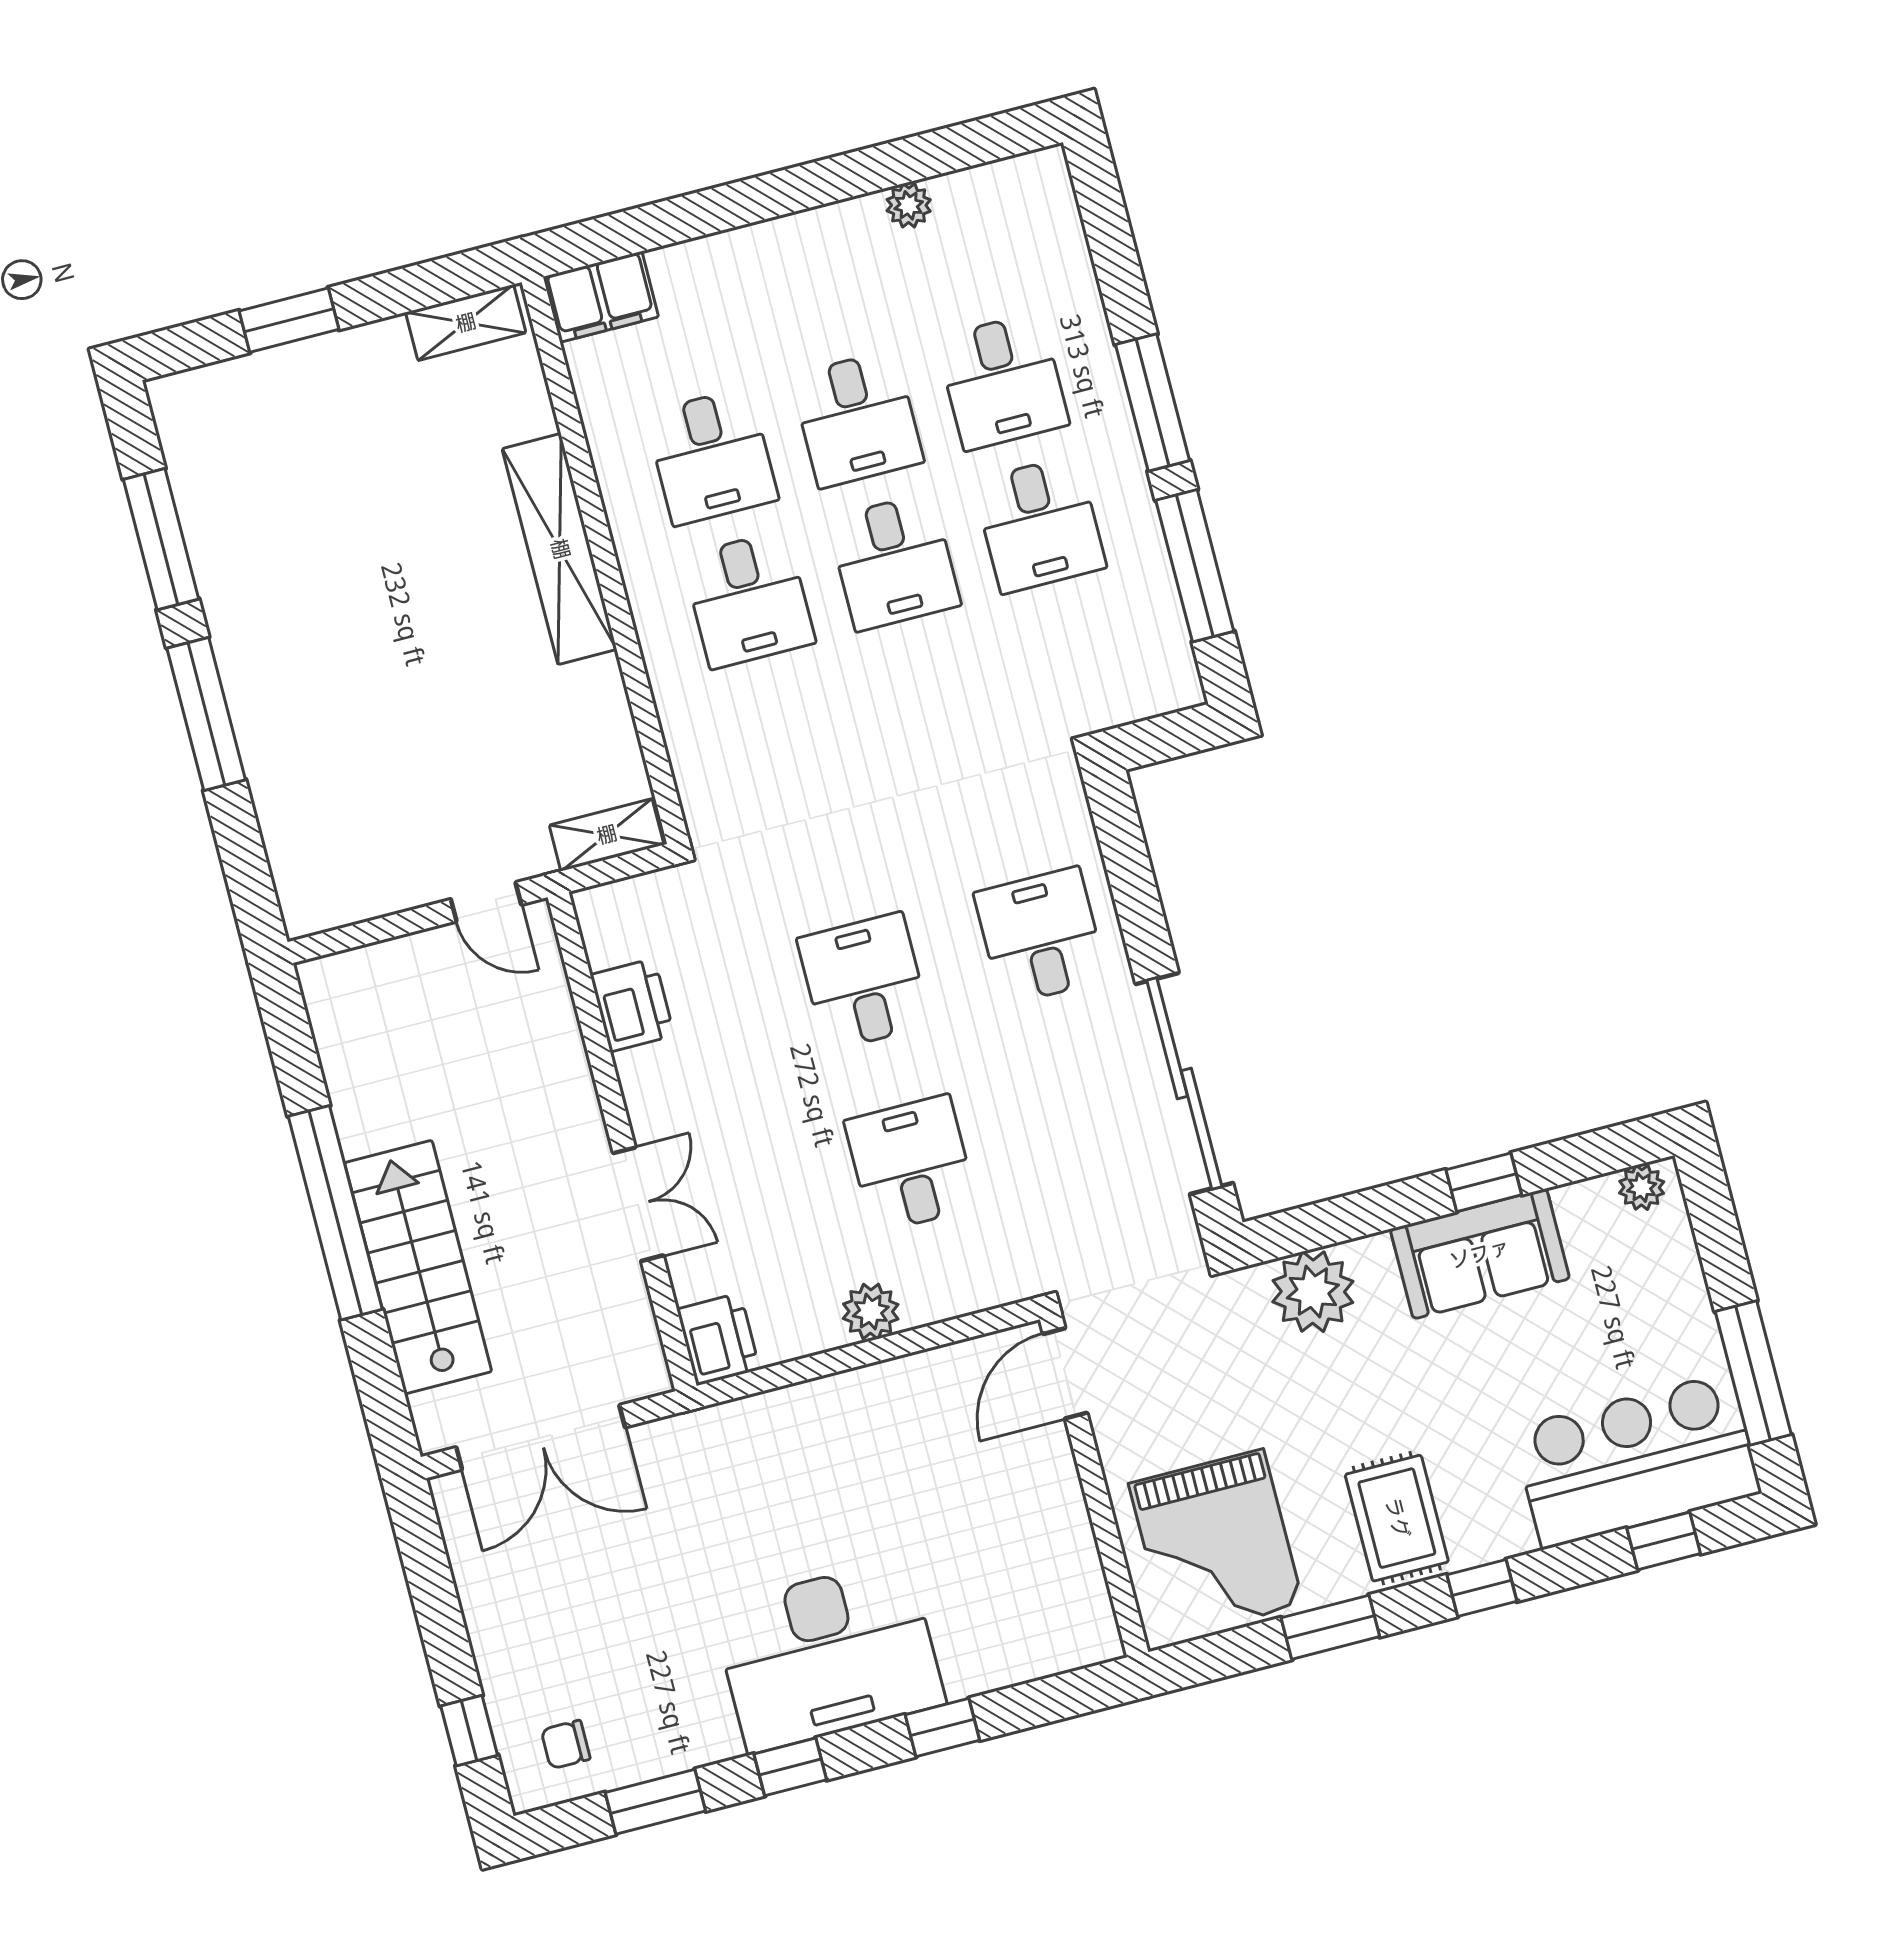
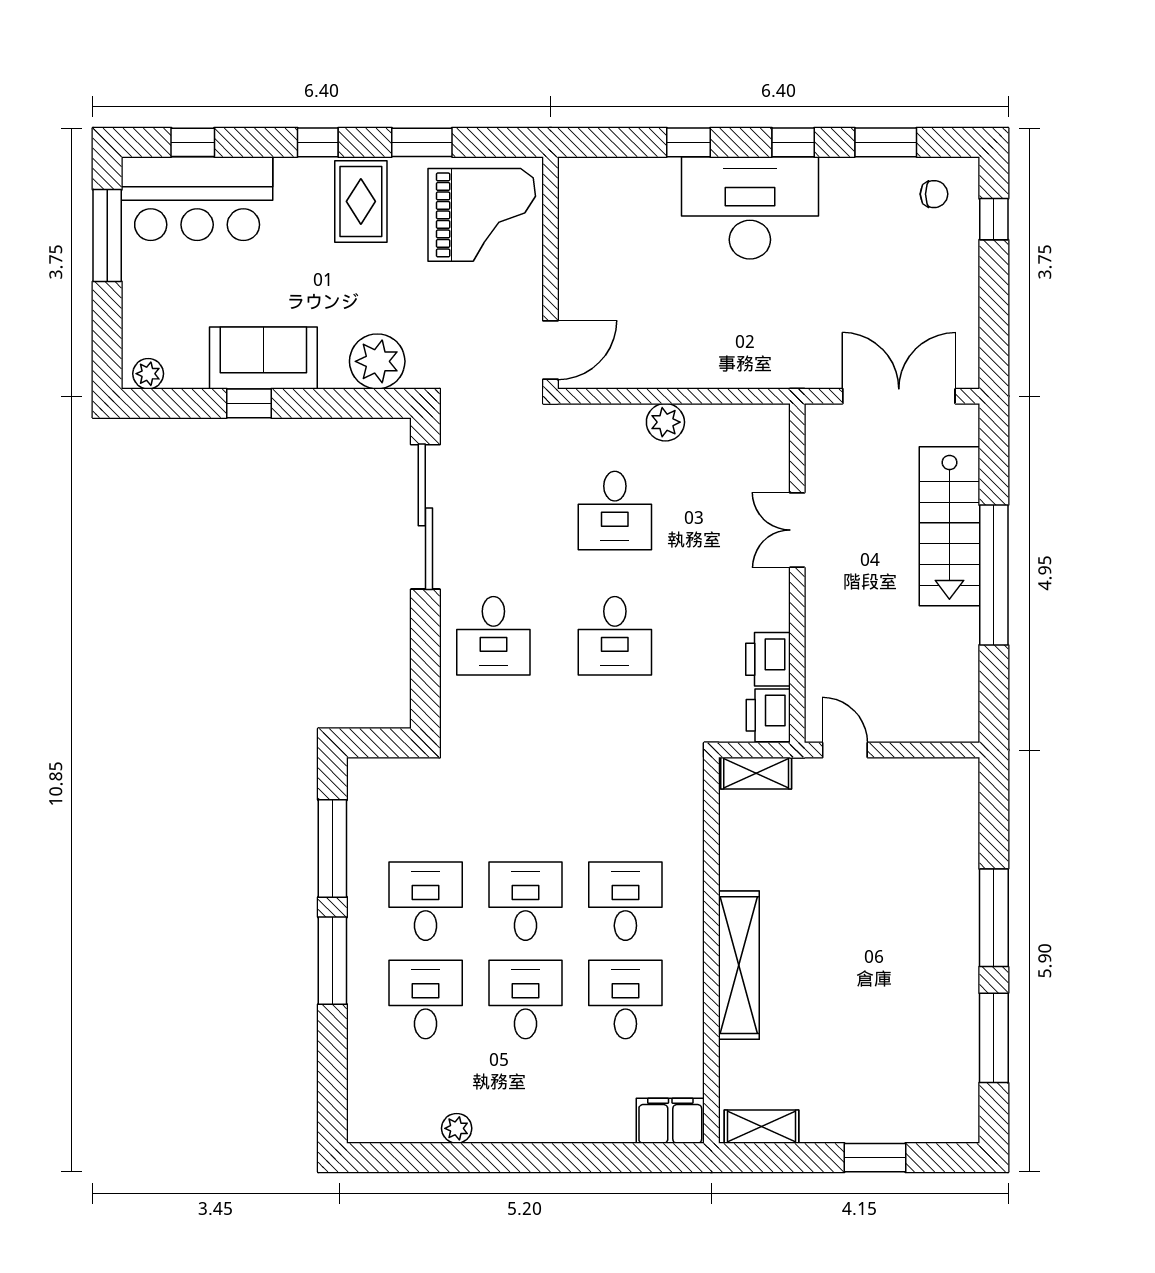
printer: (718, 1339) -> (768, 715), moved
grand piano: (1216, 1544) -> (482, 215), turned 90

